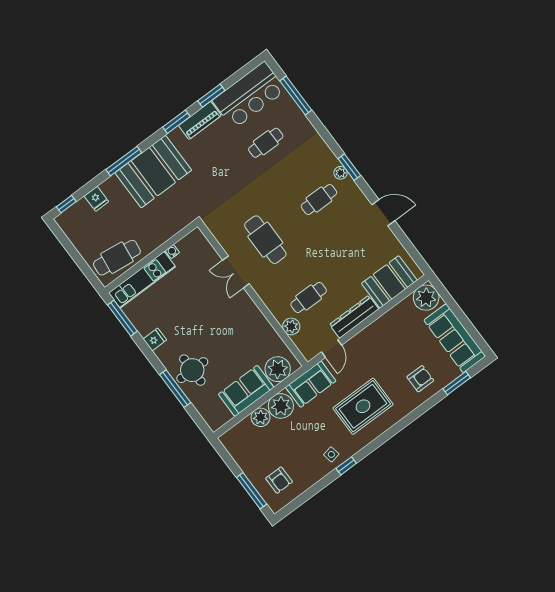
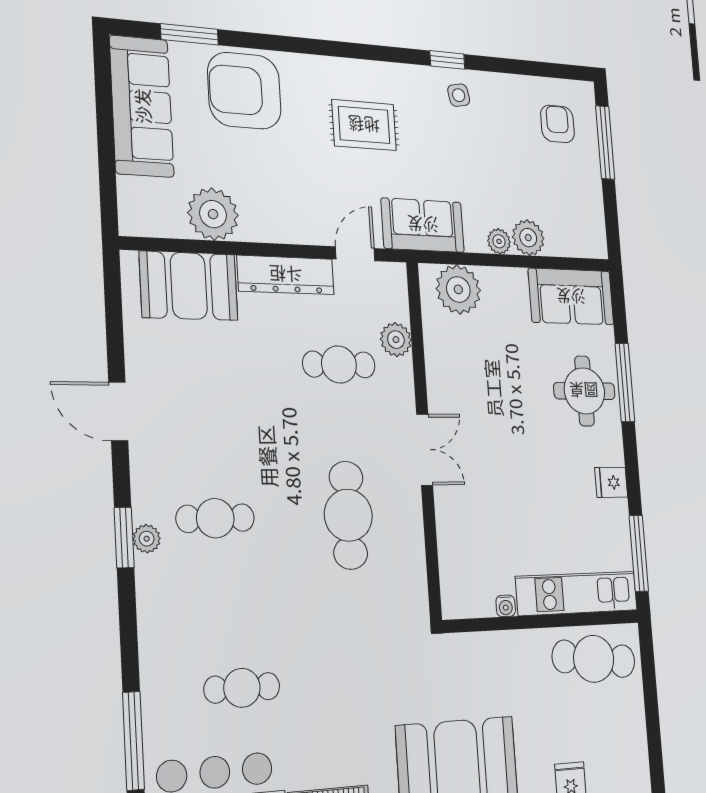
double door: (236, 272) -> (425, 450), moved
plant: (426, 298) -> (213, 214), moved
armchair: (420, 379) -> (244, 91), width x1.88, depth x1.88
sofa: (246, 391) -> (571, 297), moved
plant: (281, 406) -> (499, 241), width x0.53, depth x0.53
rug: (363, 406) -> (364, 125), width x0.73, depth x0.70

